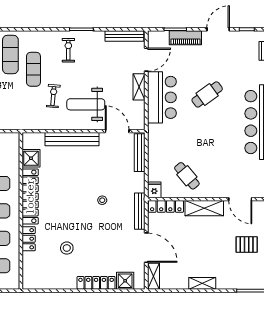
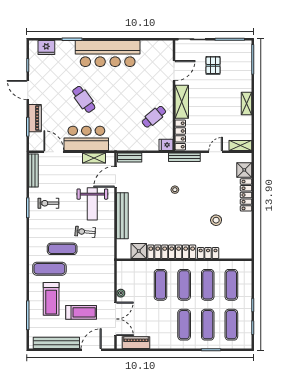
exercise bike: (68, 50) -> (48, 203), moved
shelving: (139, 87) -> (94, 158), moved
bench: (140, 153) -> (130, 157), width x0.73
door: (146, 248) -> (216, 152), width x0.53

